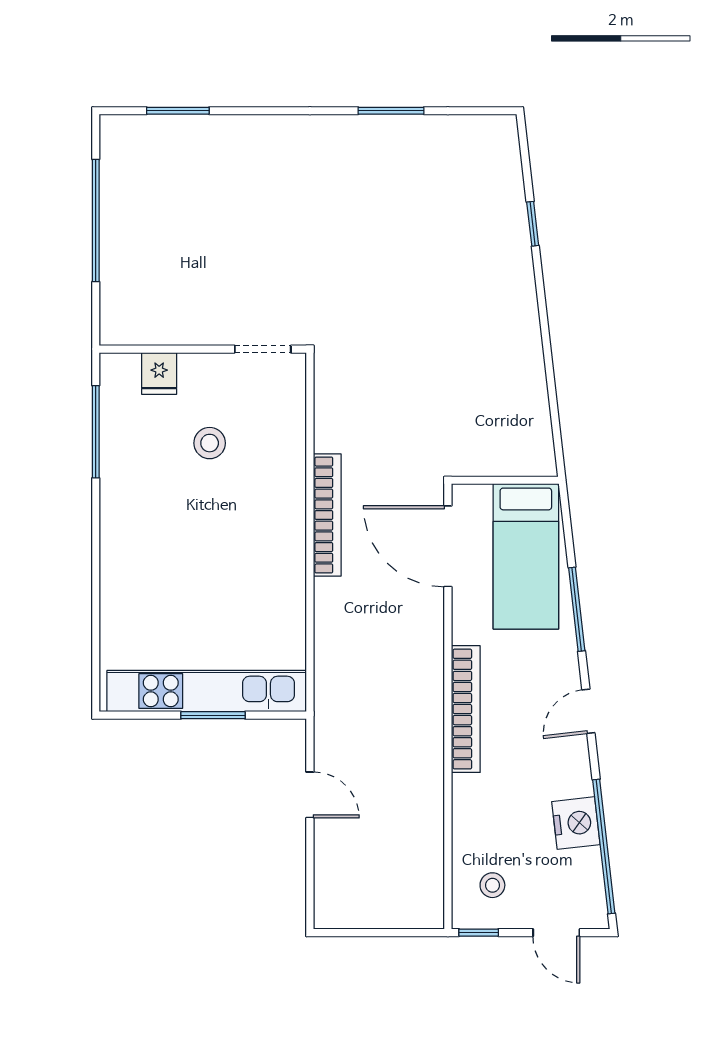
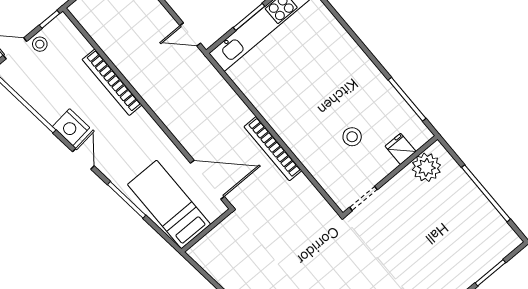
plant: (146, 321) -> (426, 167), added
bookcase: (466, 709) -> (112, 82), moved
door: (310, 795) -> (190, 34), moved
nightstand: (576, 823) -> (71, 127), moved
stool: (492, 885) -> (40, 44), moved

